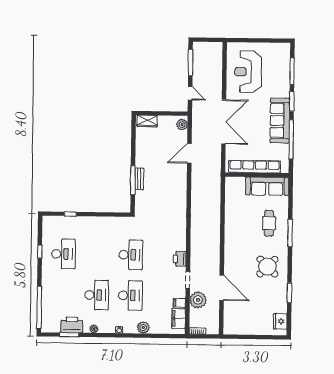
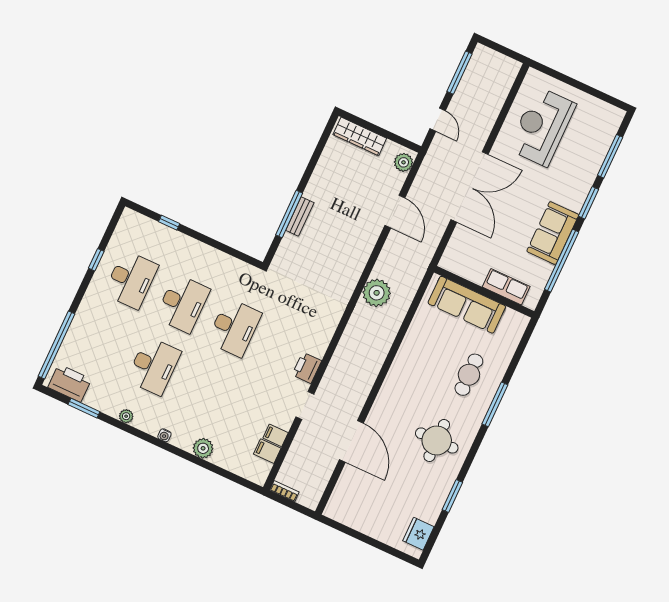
wardrobe: (147, 121) -> (360, 136), width x1.50
sofa: (280, 121) -> (553, 233), width x0.73
door: (189, 153) -> (395, 212), swing flipped
row of seats: (255, 167) -> (506, 287), width x0.50
sofa: (267, 186) -> (467, 305), moved
round table: (267, 267) -> (437, 441), turned 45
desk: (130, 295) -> (183, 304), moved
plant: (198, 300) -> (377, 293), moved
filing cabinet: (178, 318) -> (267, 451), width x0.50
printer: (72, 325) -> (70, 383), moved

